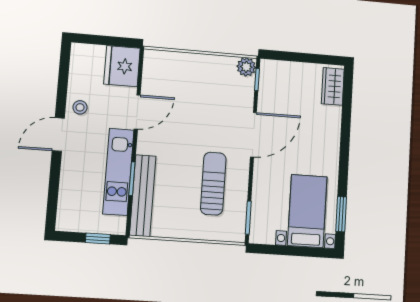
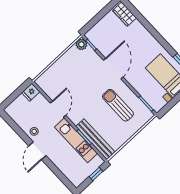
fridge: (122, 66) -> (31, 92), width x0.53, depth x0.75

